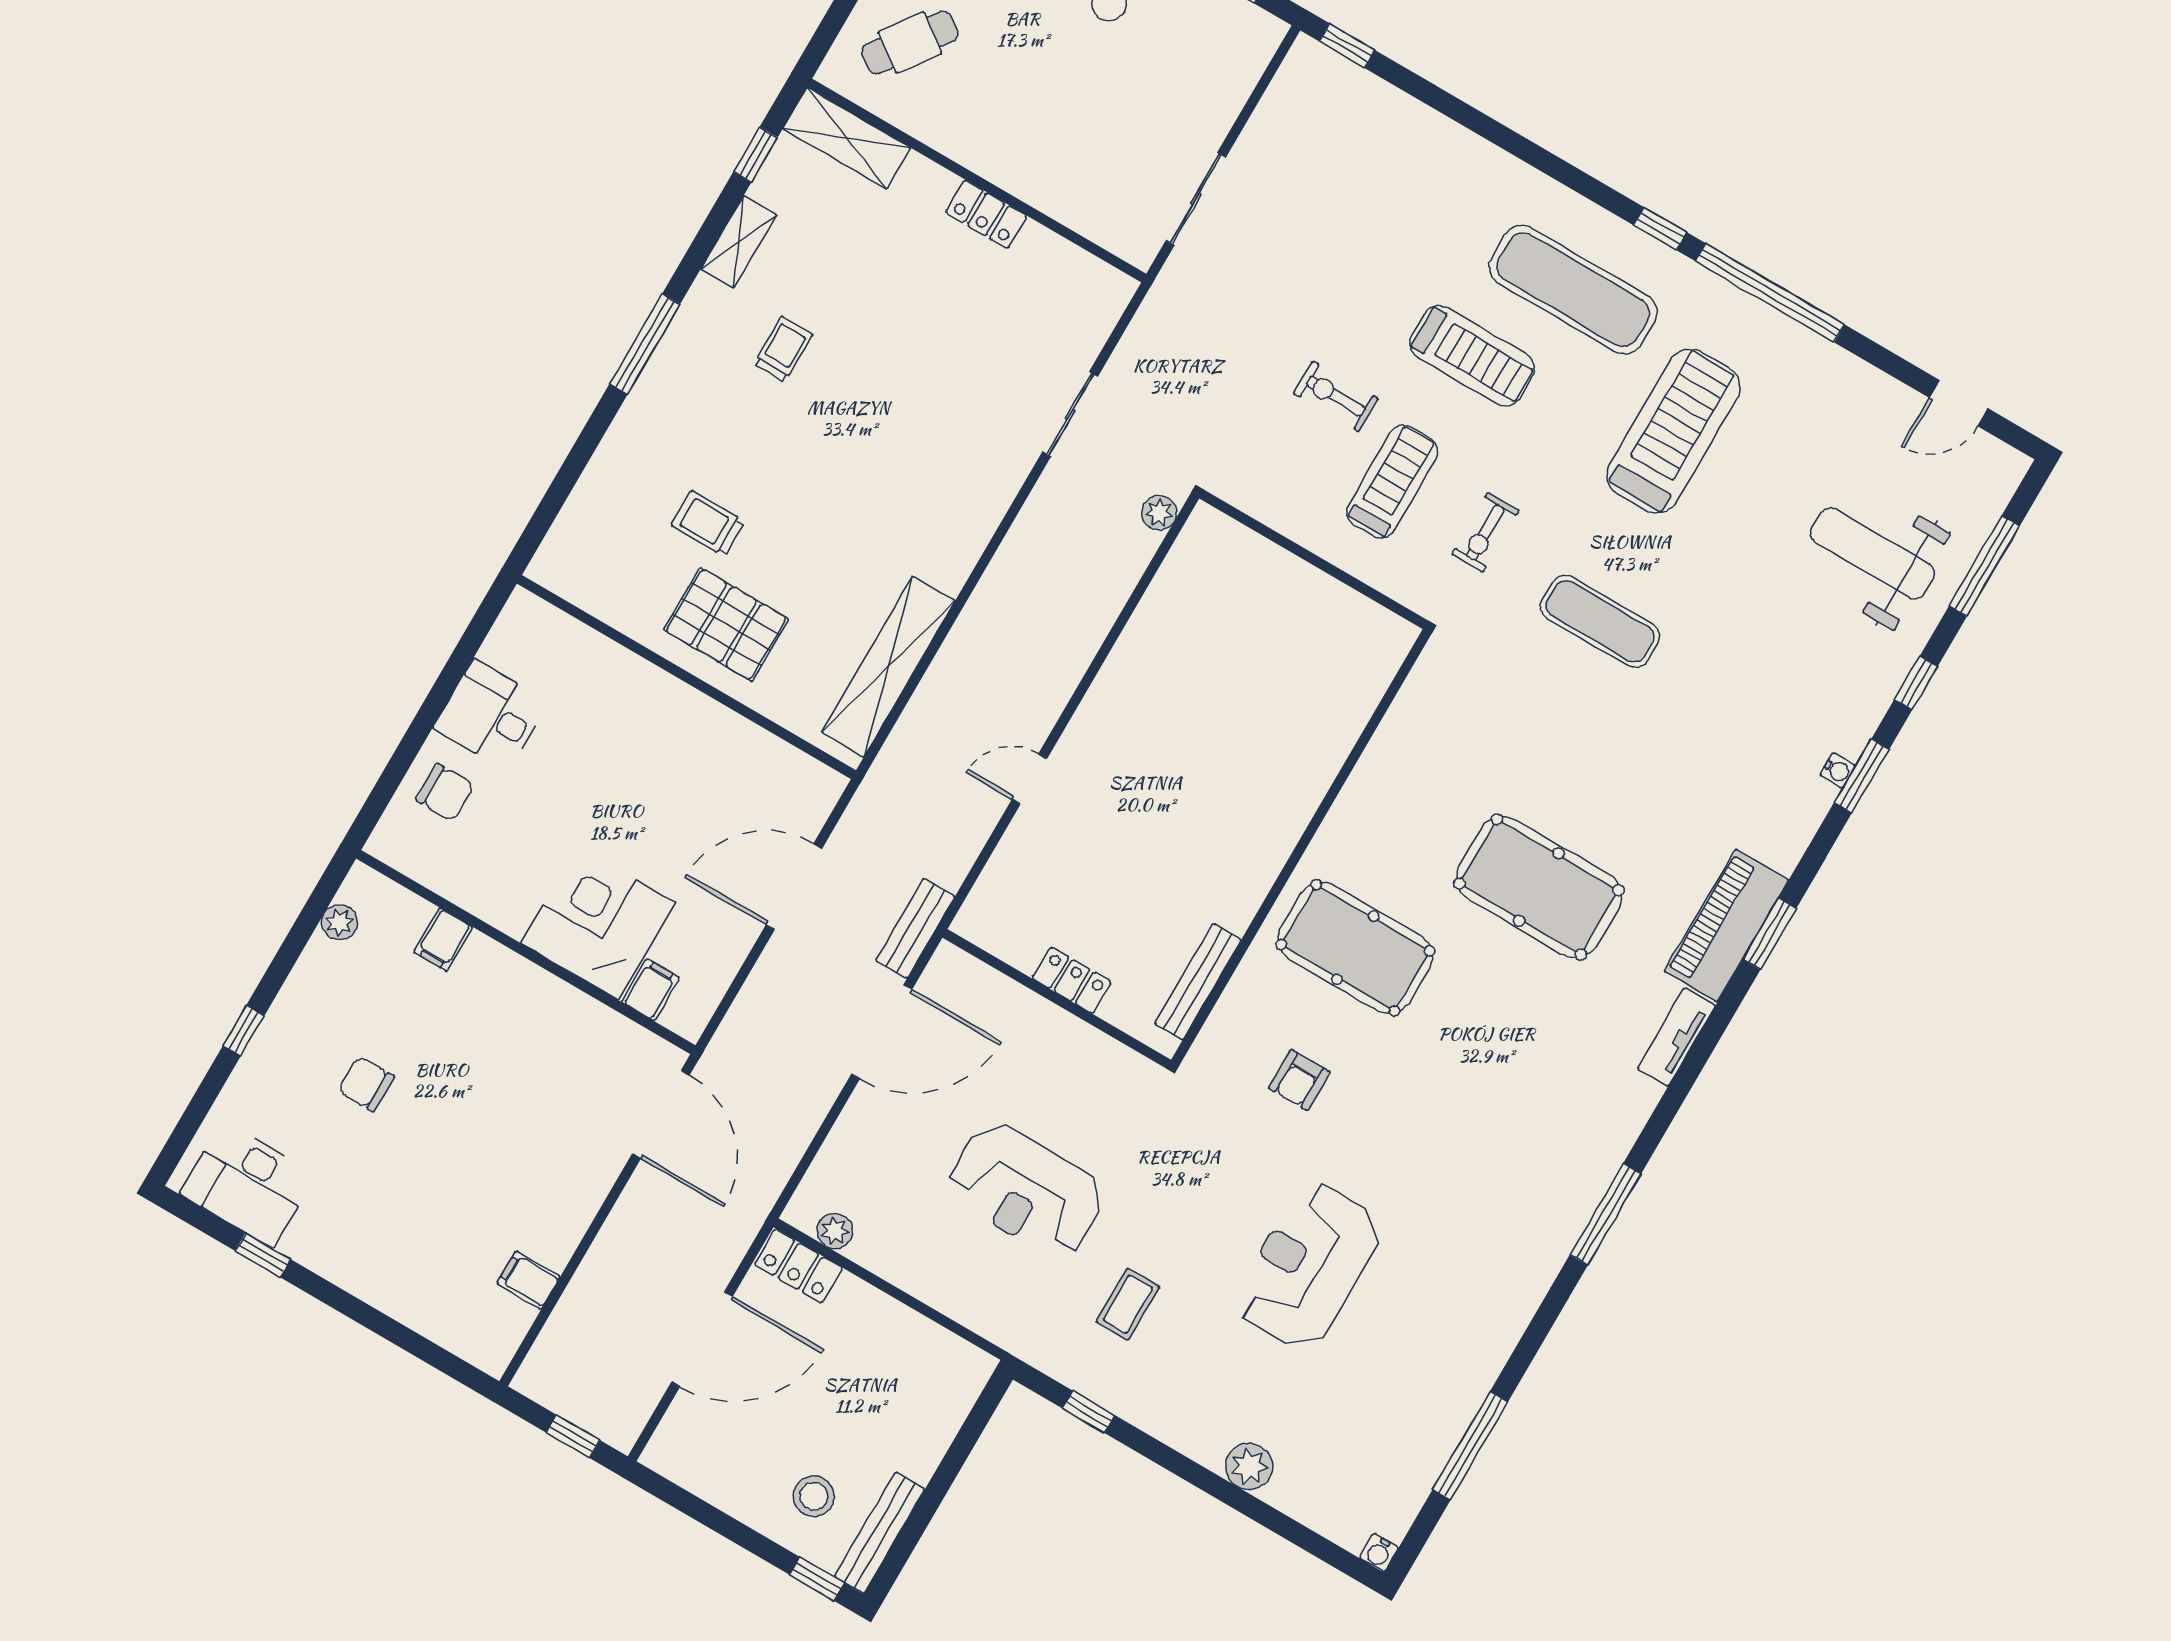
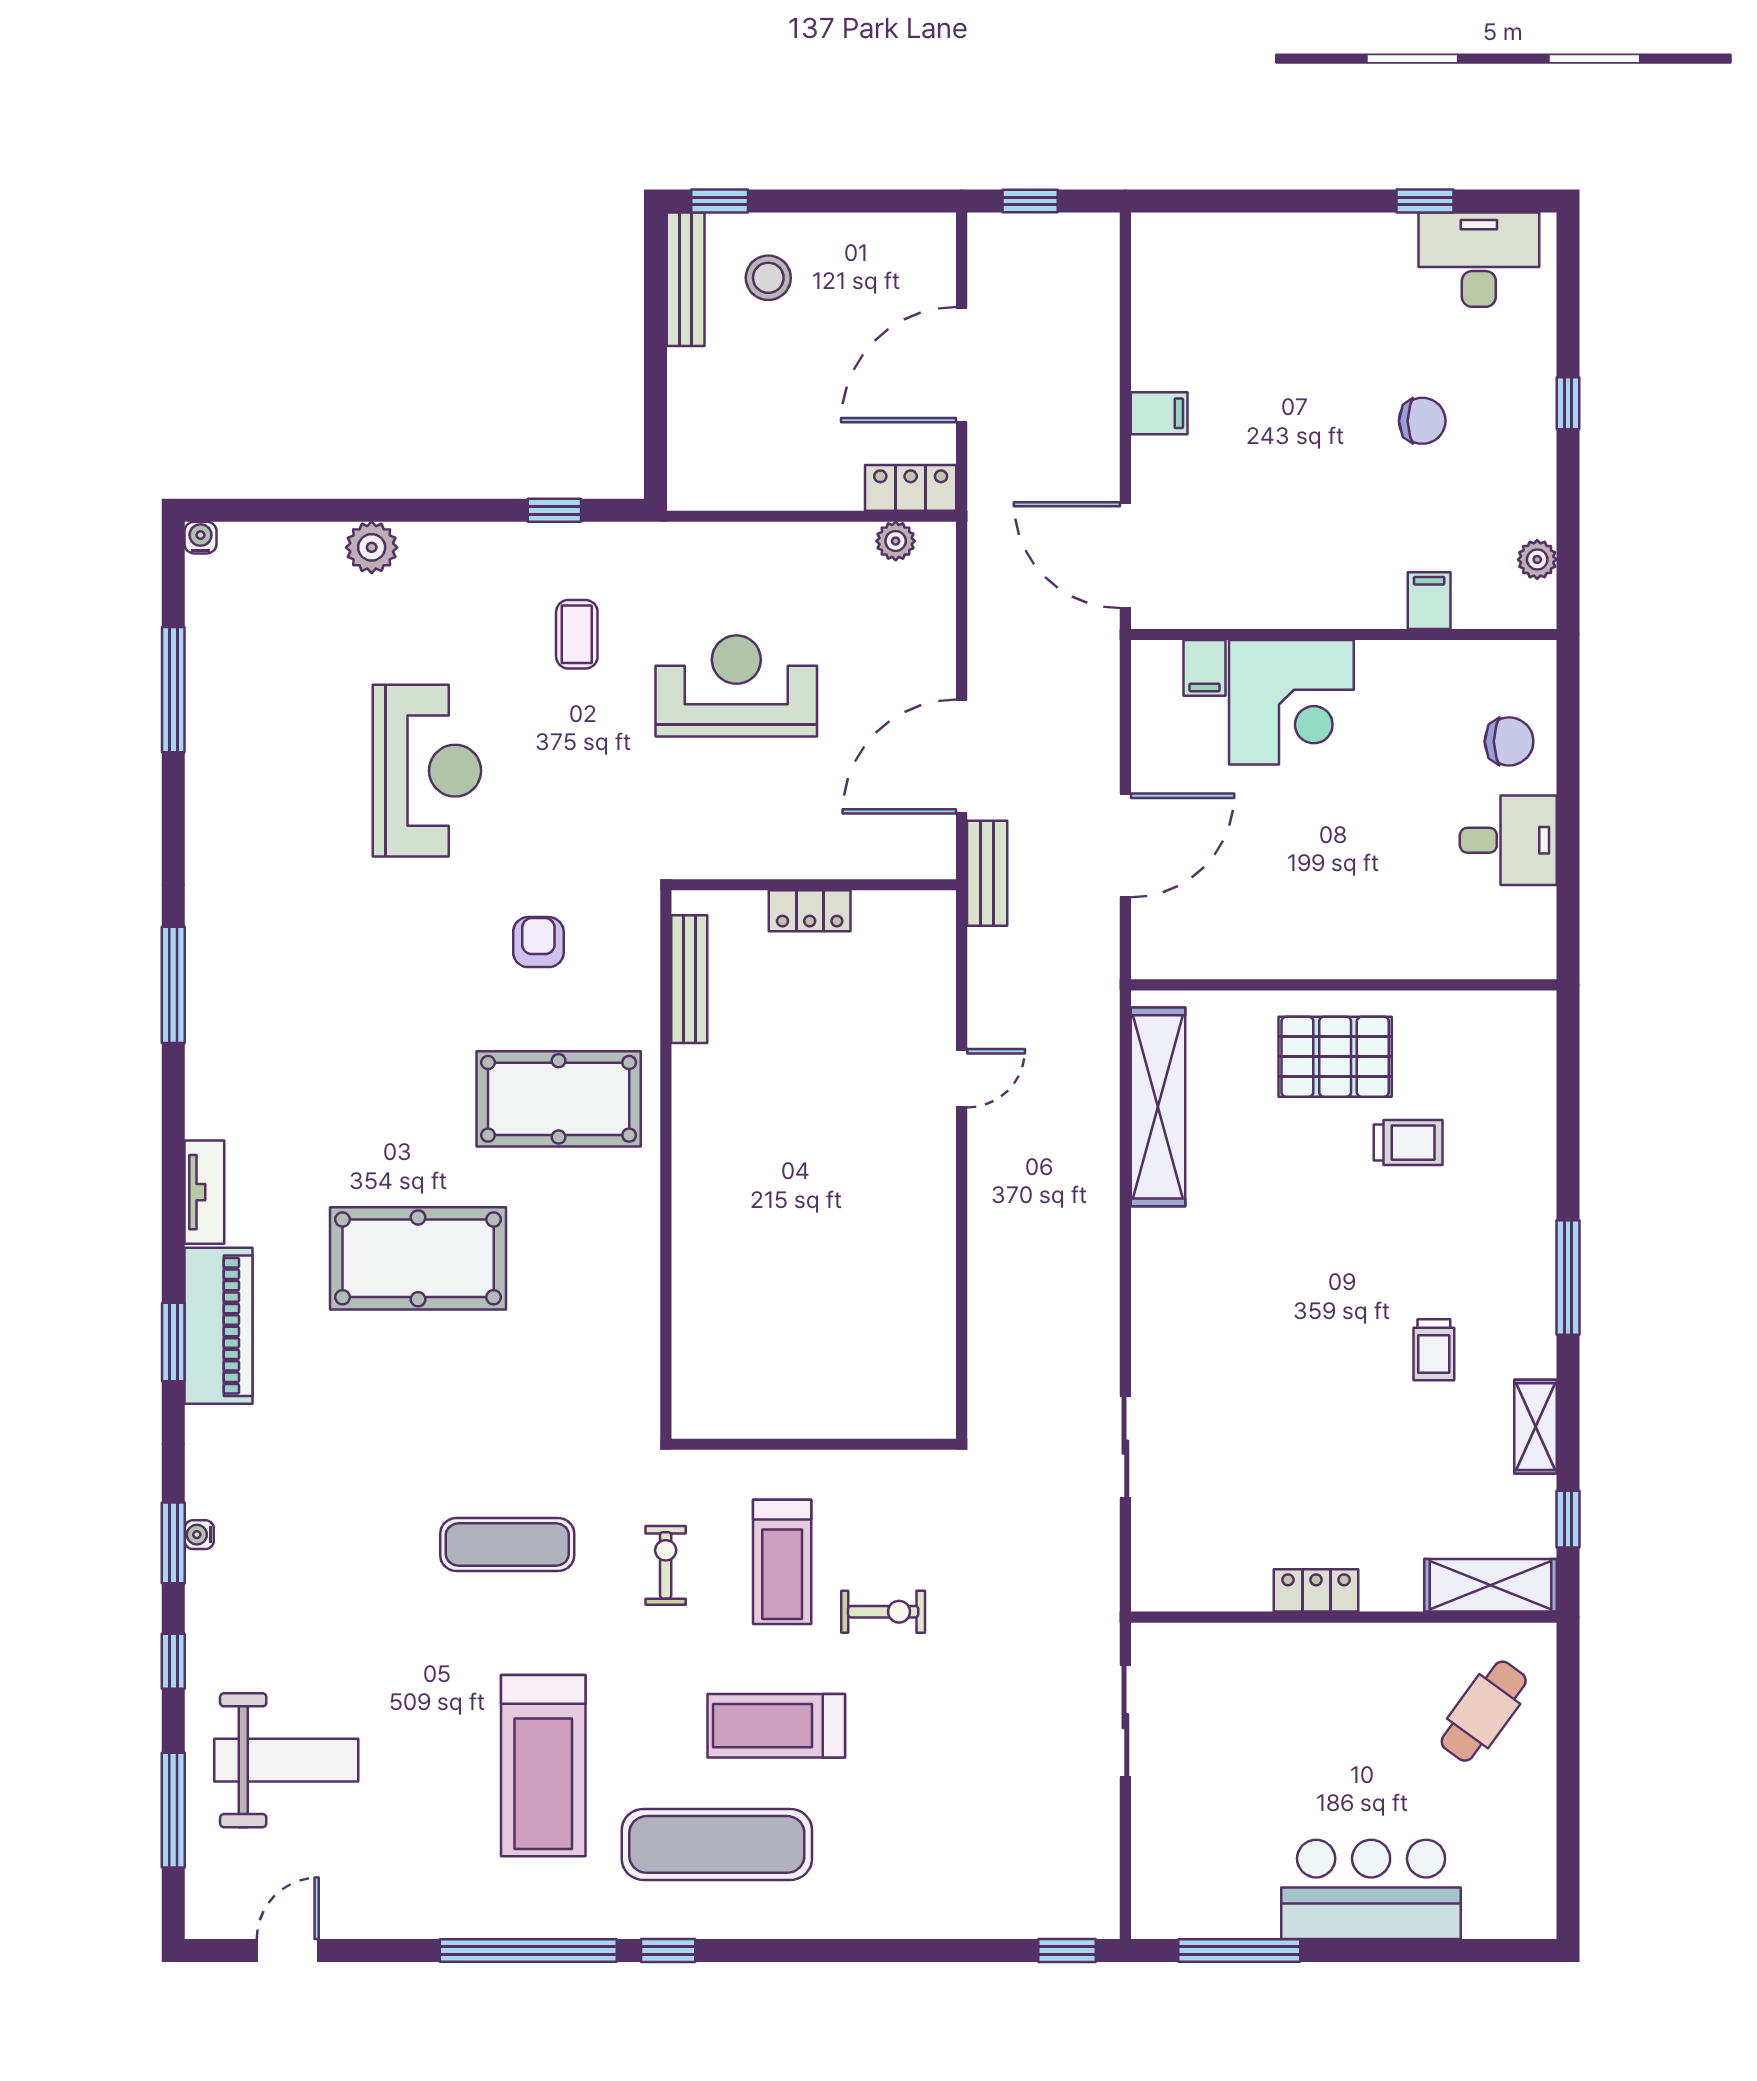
plant: (1159, 513) -> (986, 1403), removed
chair: (445, 792) -> (1509, 741), turned 180
filing cabinet: (529, 1280) -> (1159, 413), moved

